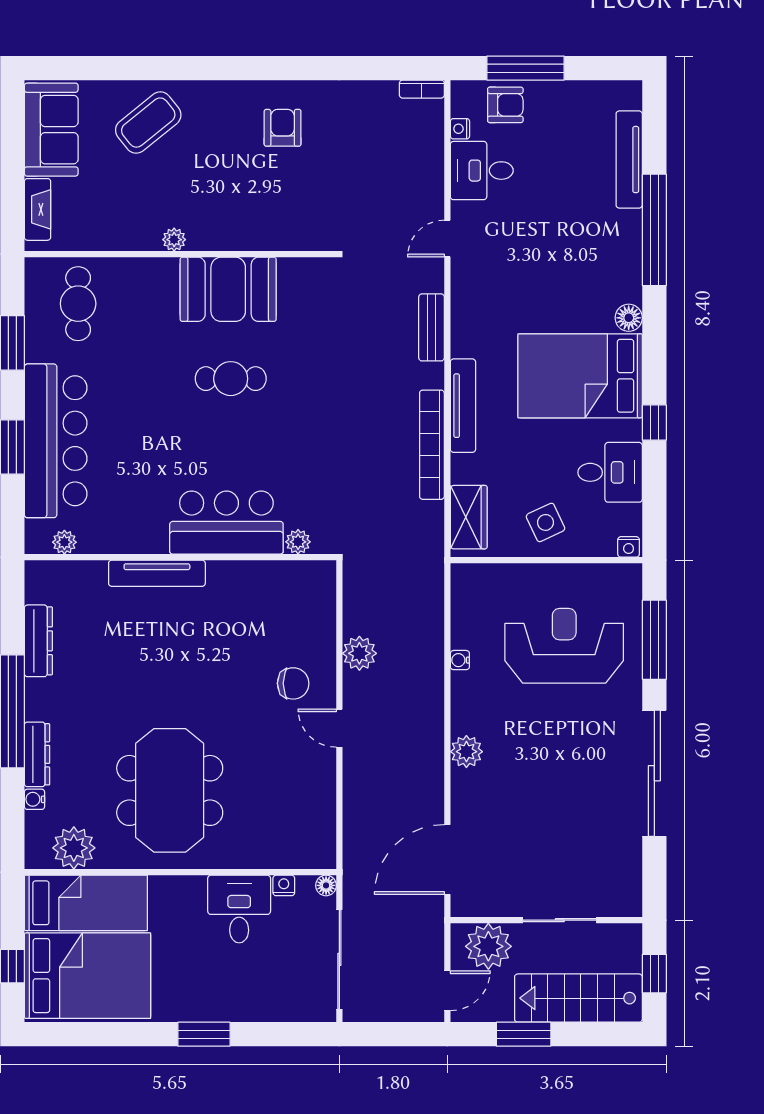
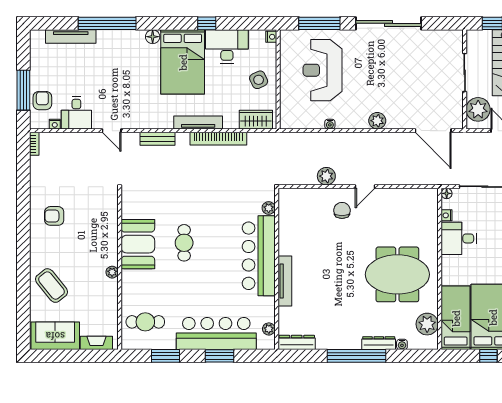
desk: (610, 472) -> (227, 46), width x1.37
bar counter: (226, 523) -> (259, 256), width x1.36
dresser: (38, 641) -> (297, 342), moved

